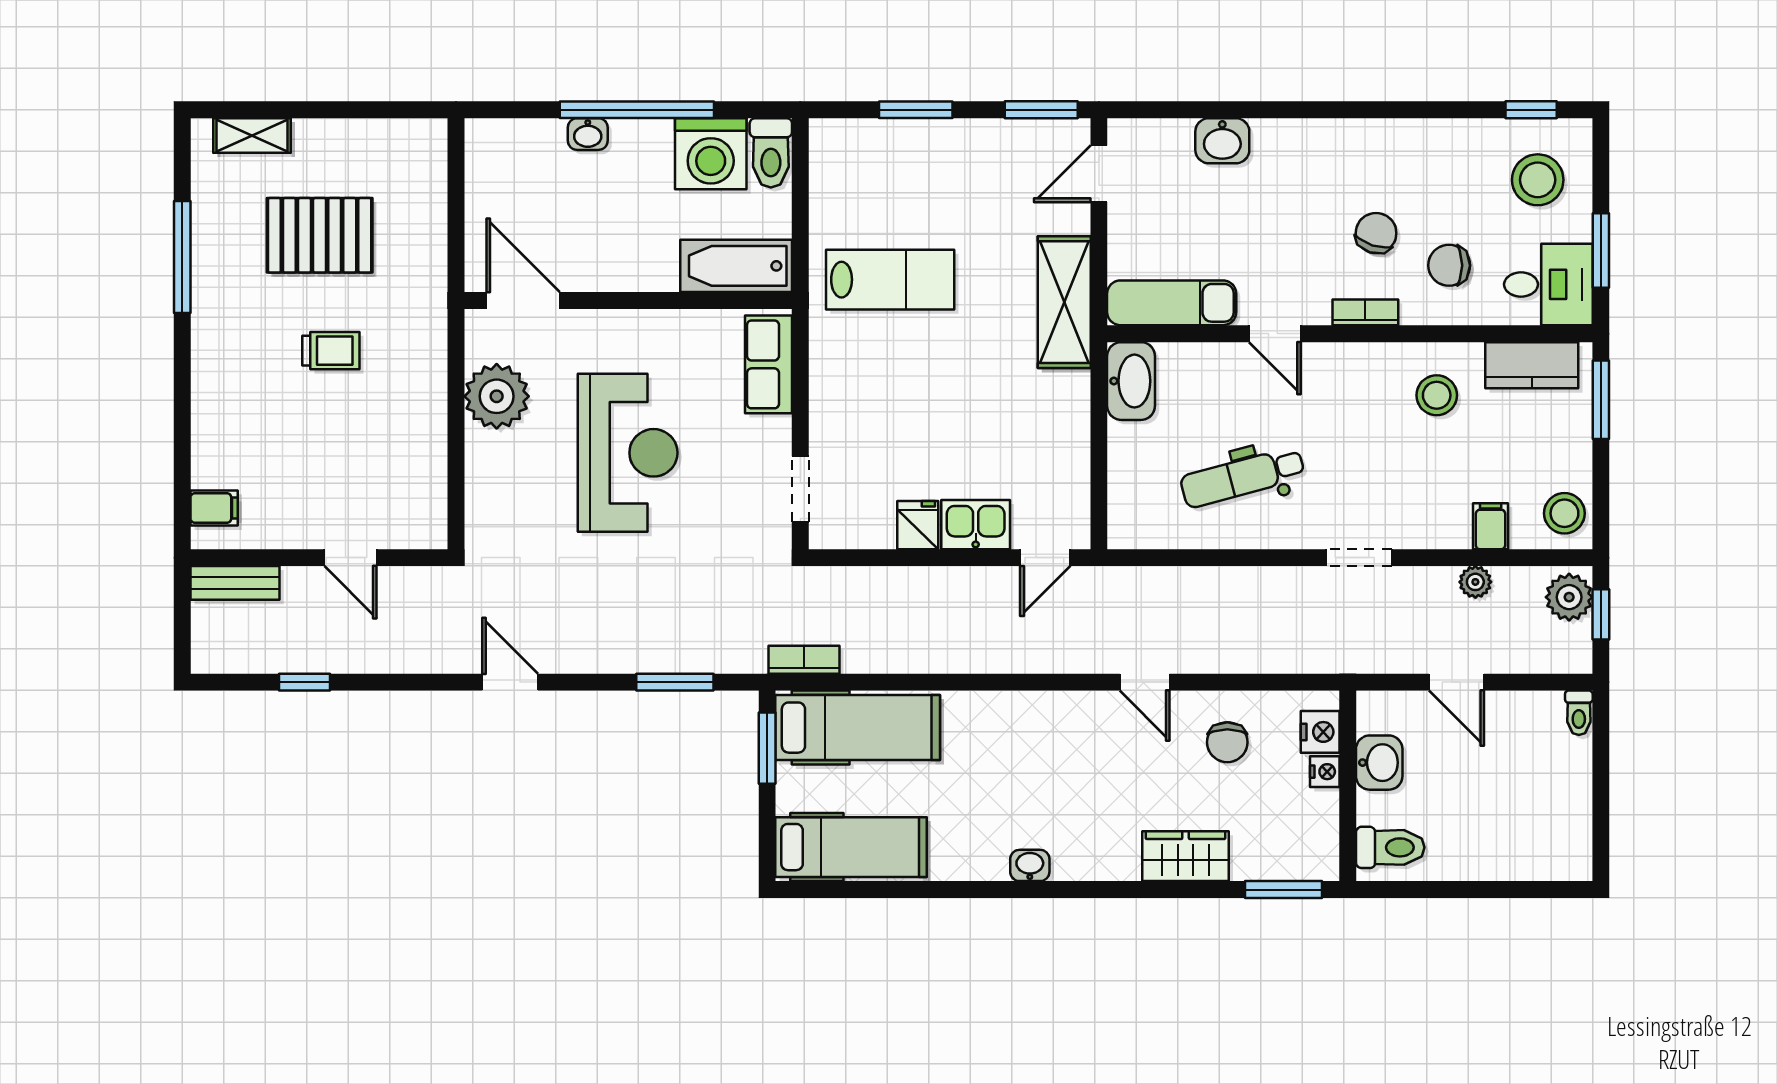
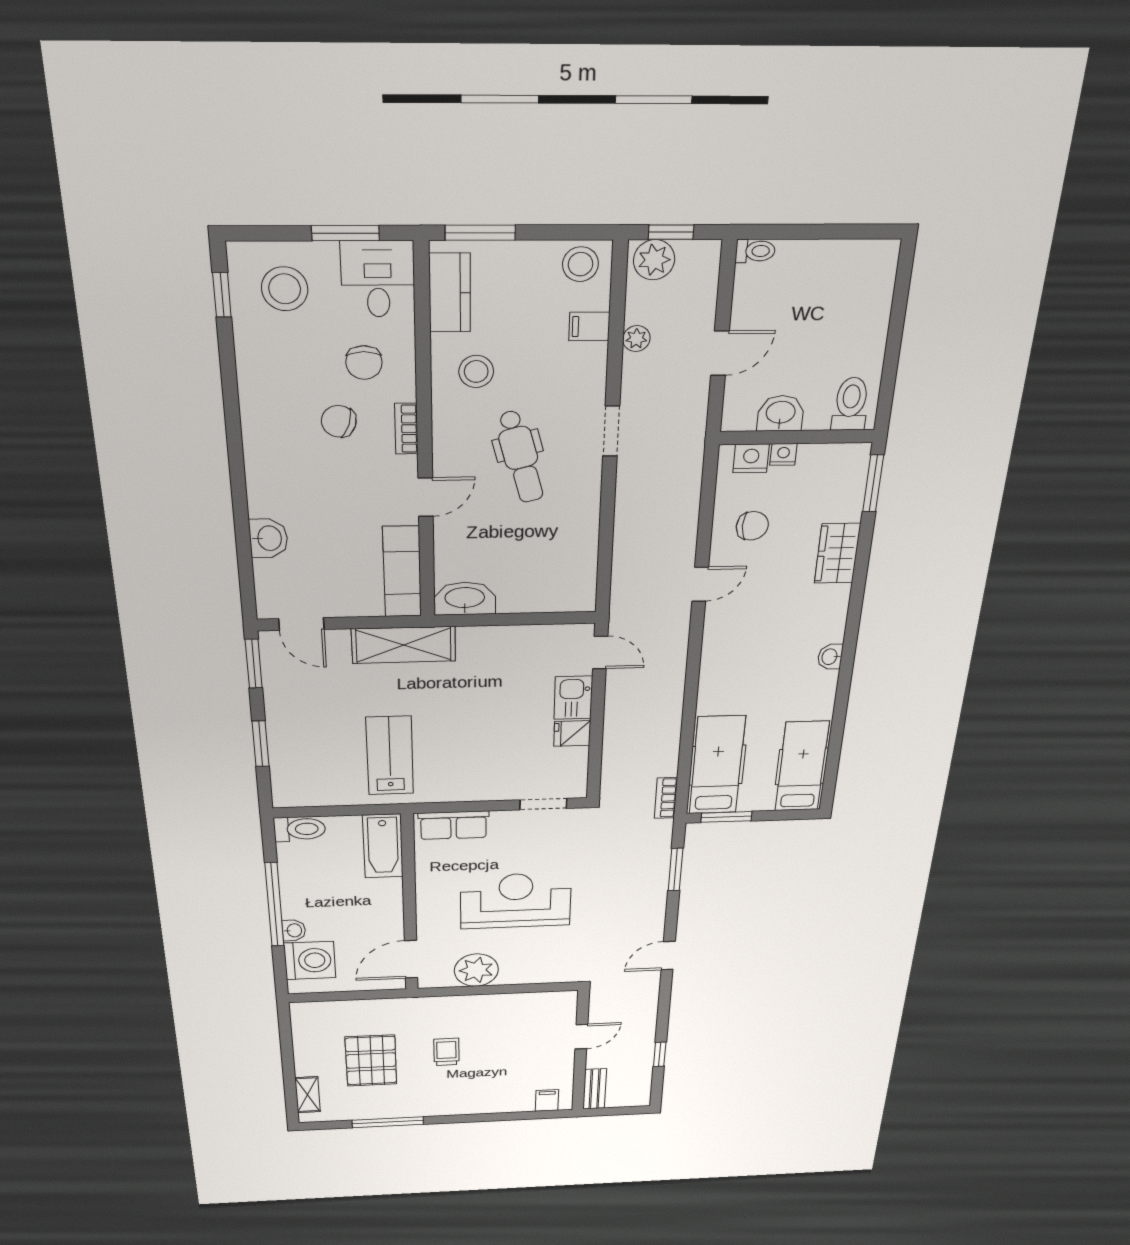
washing machine: (711, 154) -> (310, 960), moved
dental chair: (1243, 477) -> (521, 457), moved

